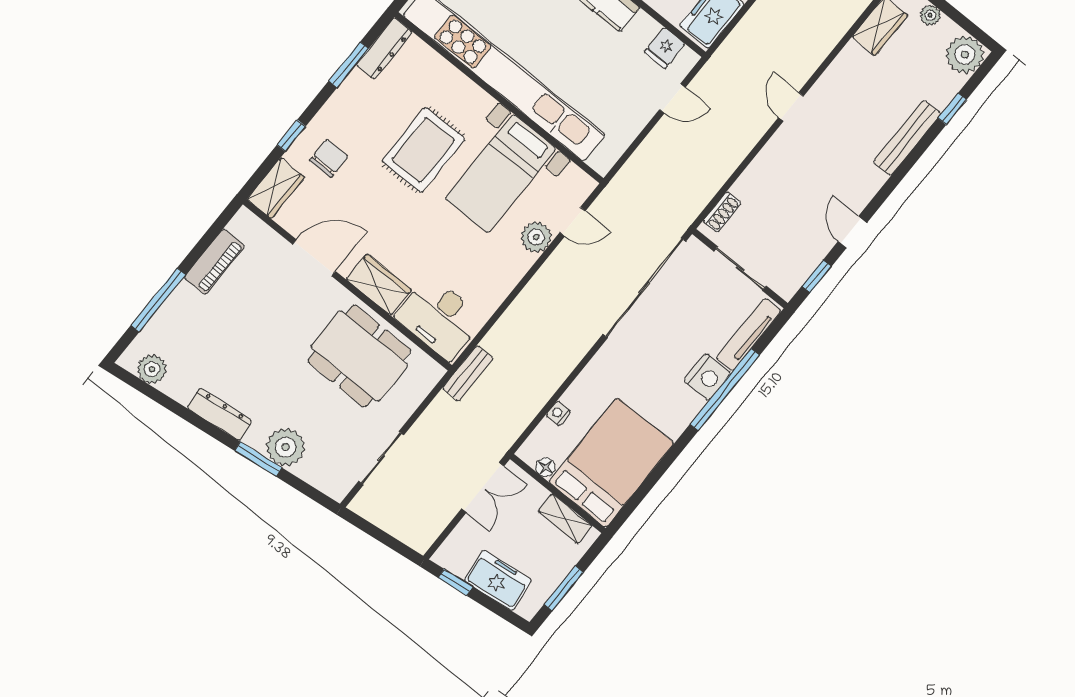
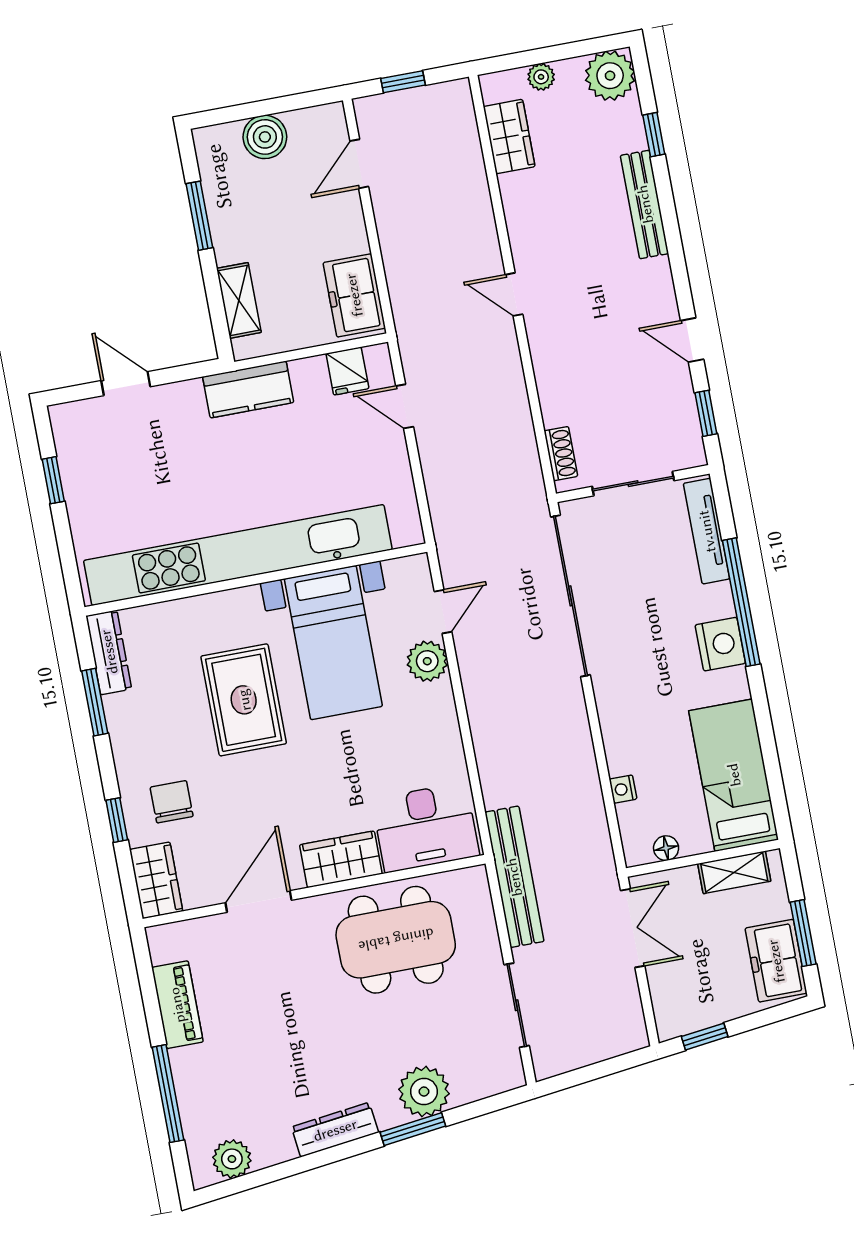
door: (672, 98) -> (405, 406), swing flipped
bench: (468, 373) -> (514, 877), width x1.86, depth x1.21
nightstand: (707, 377) -> (720, 644), moved
bed: (611, 463) -> (734, 775), width x0.67
freezer: (498, 580) -> (776, 961), moved, turned -83

